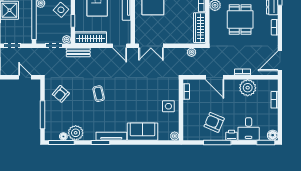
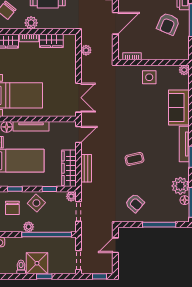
wardrobe: (199, 28) -> (51, 41), width x0.67
bench: (78, 52) -> (86, 168), moved

